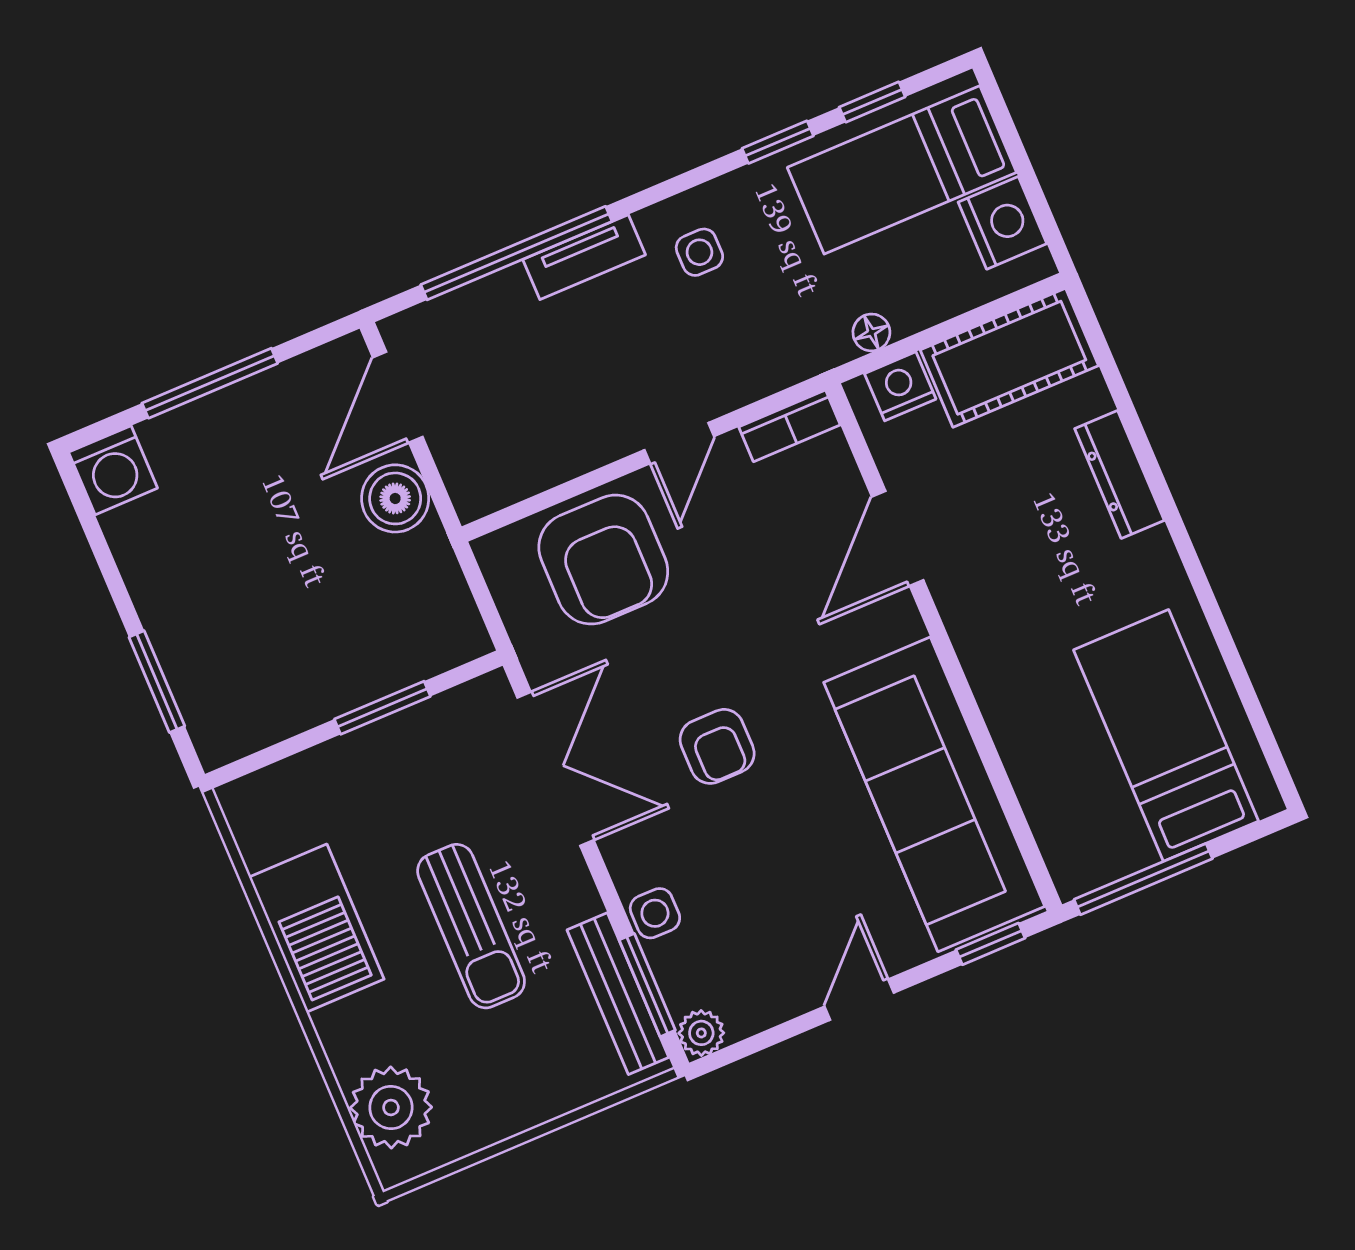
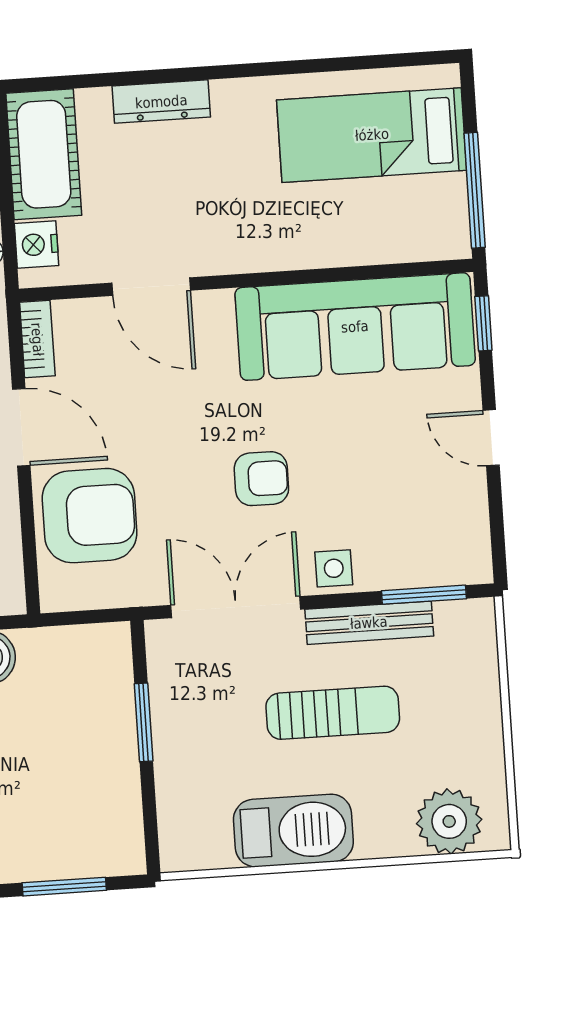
door: (679, 443) -> (21, 427), width x1.38
side table: (655, 913) -> (334, 568), moved
bench: (618, 994) -> (369, 623), moved
plant: (701, 1033) -> (475, 566), removed

